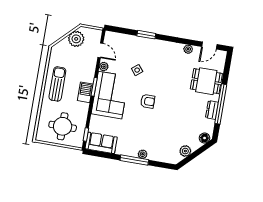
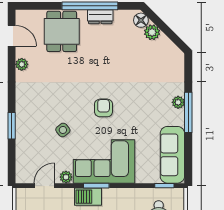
barbecue: (85, 92) -> (88, 197), moved
sofa: (101, 143) -> (172, 155), width x1.36
plant: (185, 151) -> (152, 32), moved

